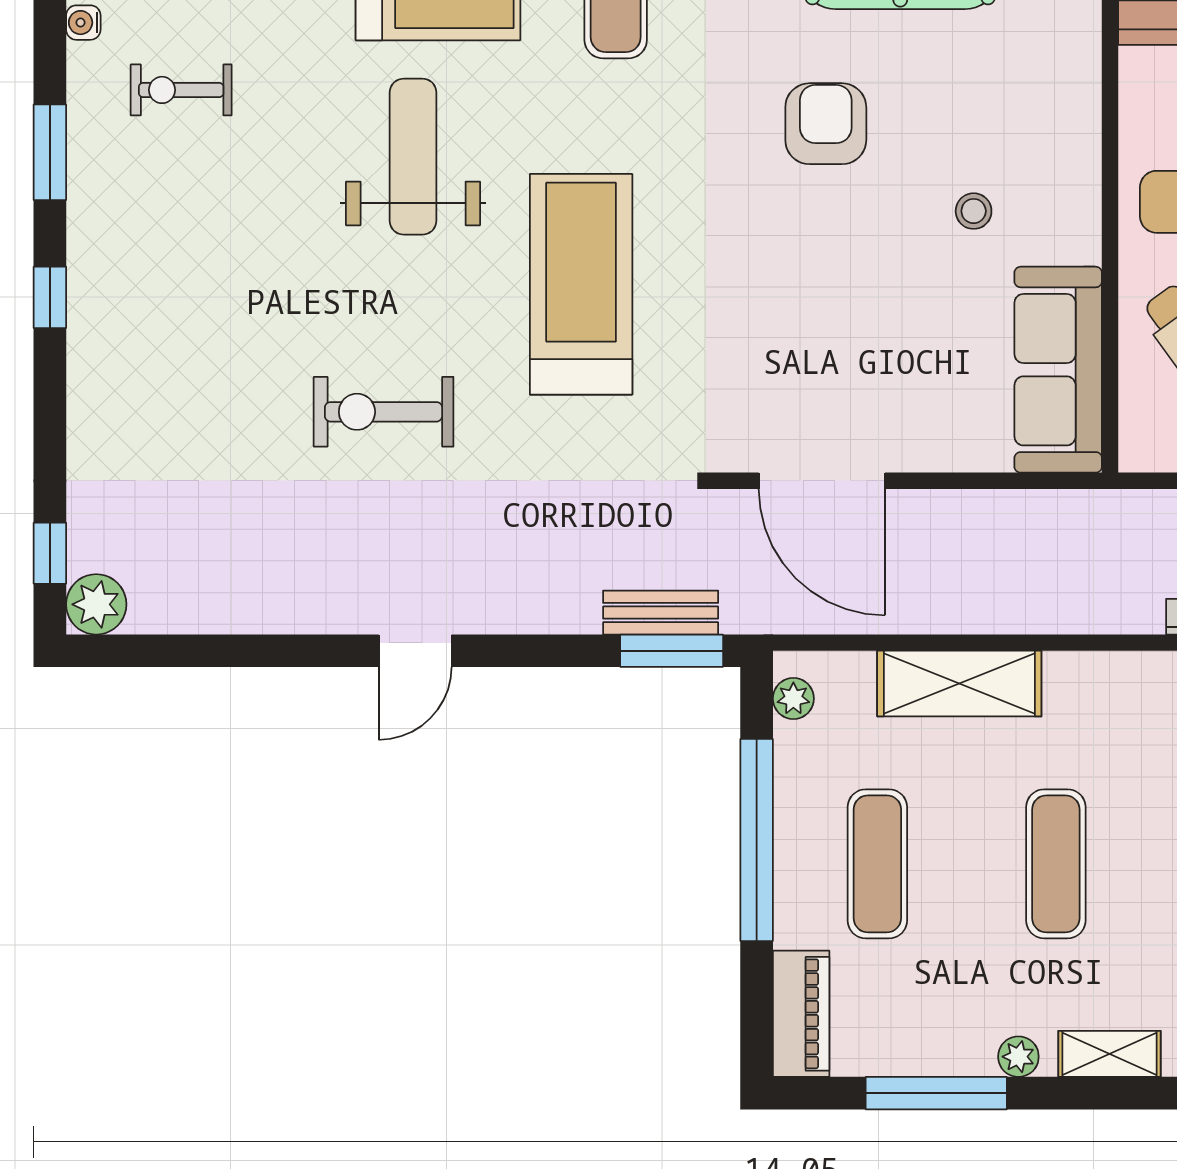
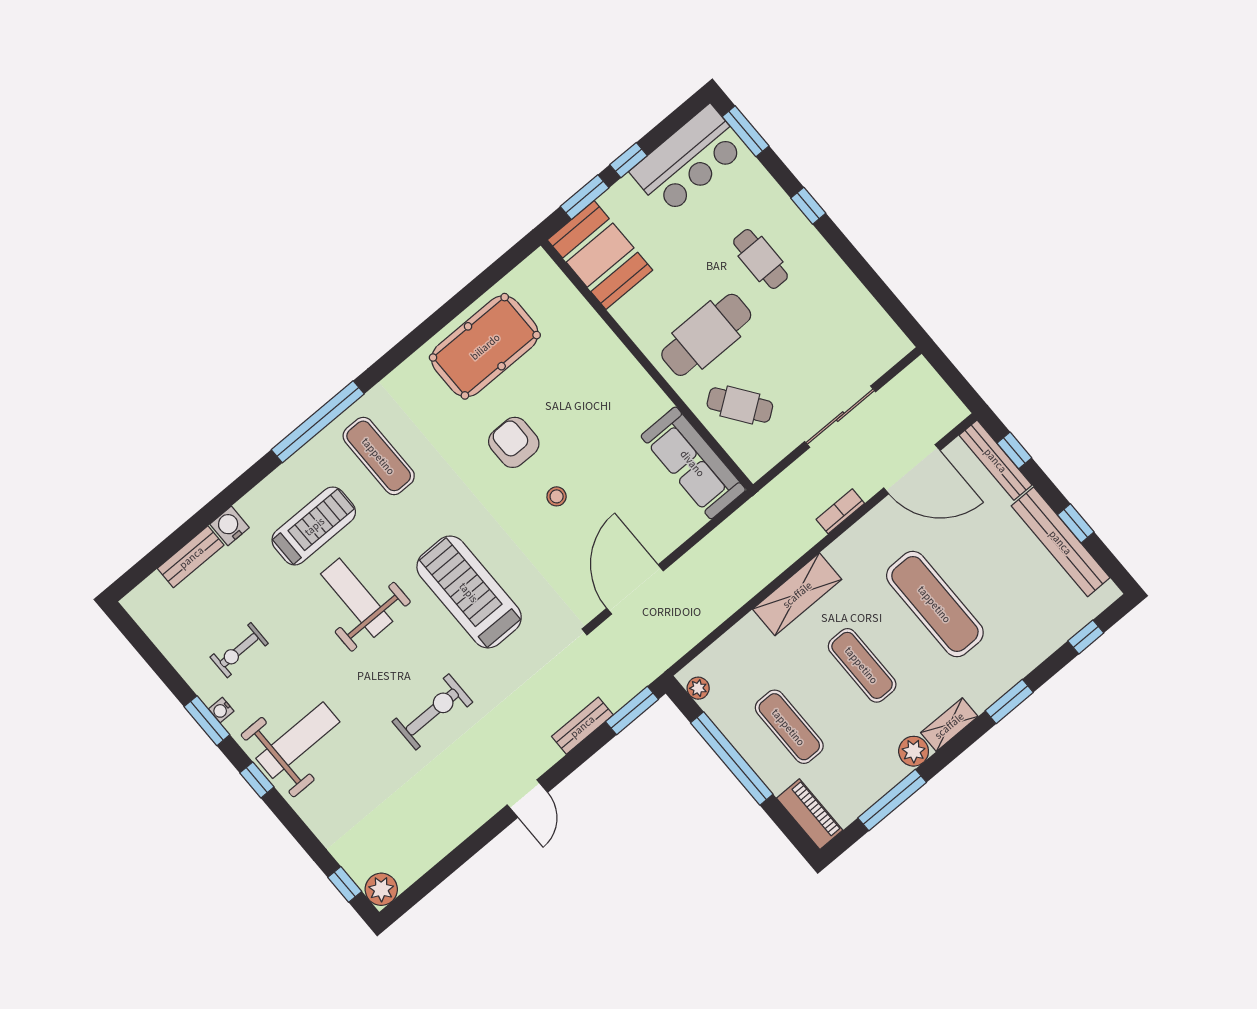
water cooler: (83, 23) -> (221, 710), moved
stool: (974, 211) -> (557, 496), moved
weight bench: (157, 290) -> (298, 740), added
exercise bike: (384, 412) -> (432, 712), turned 180
door: (822, 481) -> (635, 589), swing flipped
bench: (661, 613) -> (582, 726), moved
shelving: (959, 684) -> (797, 594), moved
plant: (1018, 1057) -> (914, 751), width x1.38, depth x1.38

